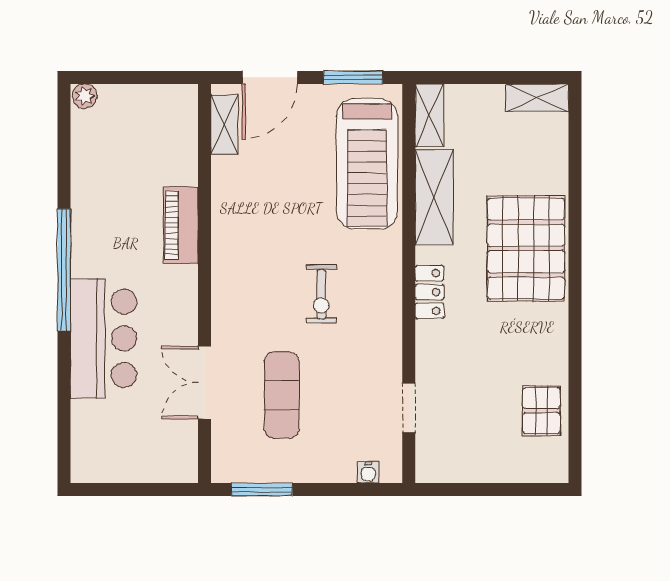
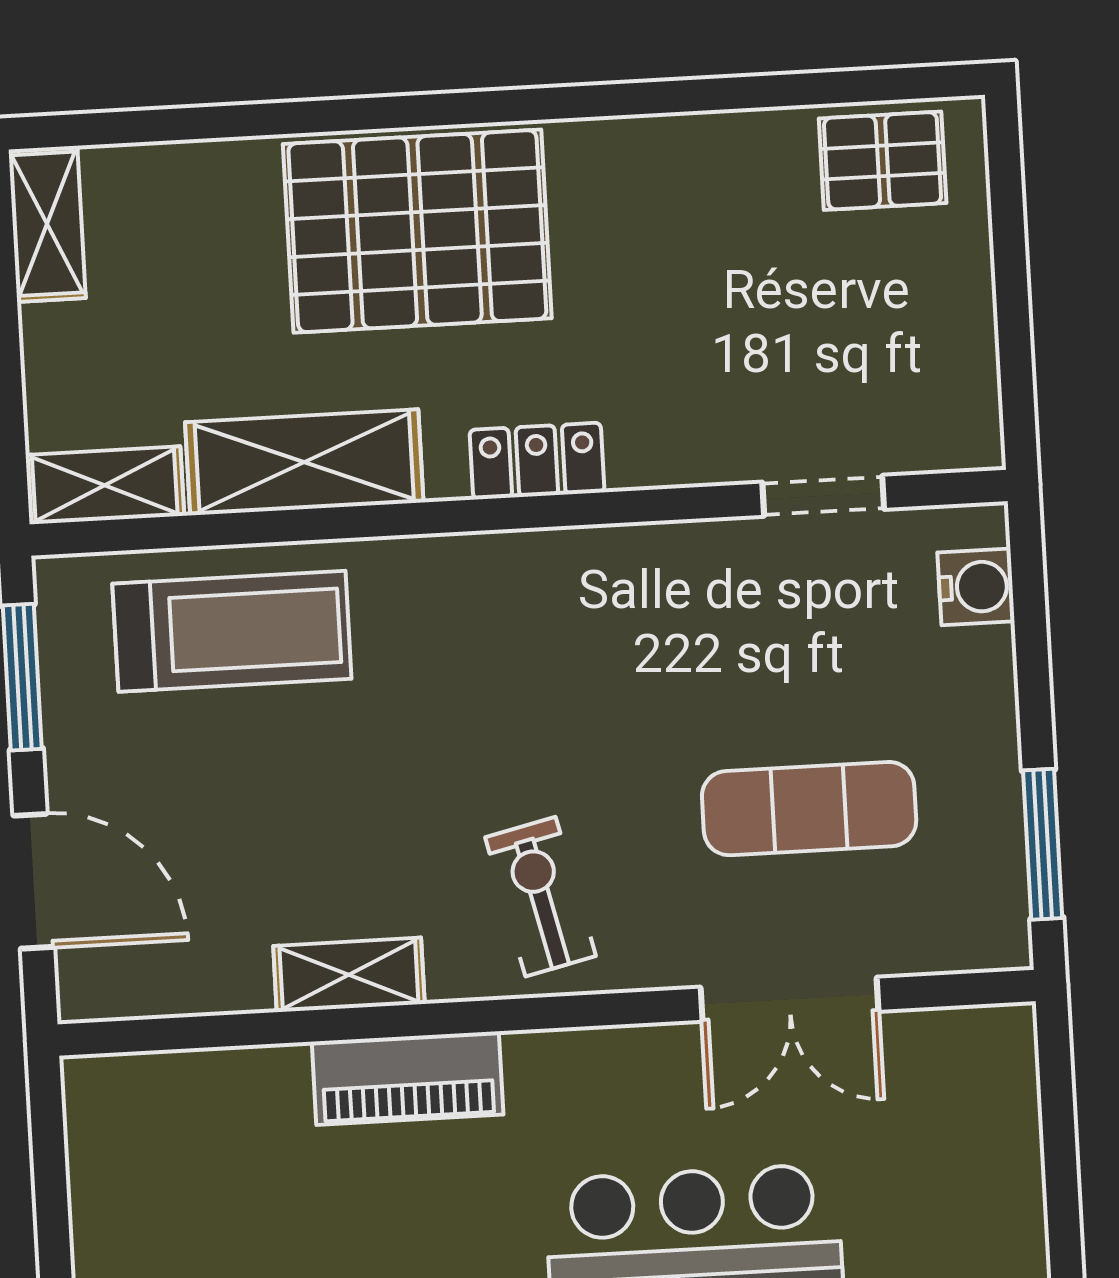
shelving: (224, 125) -> (349, 975), moved
treadmill: (367, 164) -> (232, 631), width x0.73, depth x0.73
exercise bike: (321, 294) -> (541, 897), moved, turned -103
pallet: (541, 411) -> (883, 161), moved
water cooler: (368, 472) -> (976, 587), width x1.38, depth x1.38

